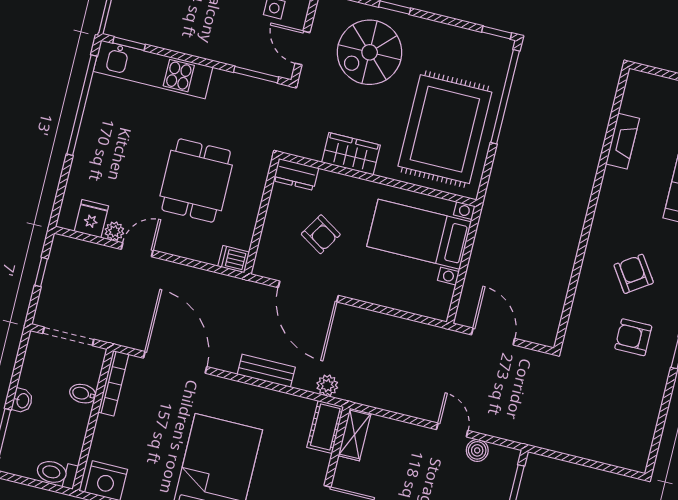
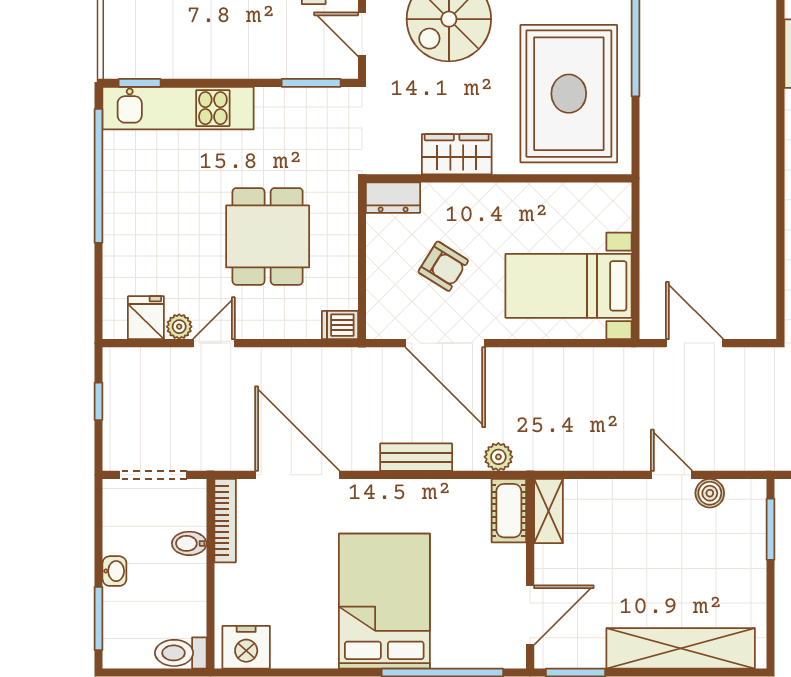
bed with nightstands: (419, 234) -> (568, 286), moved

